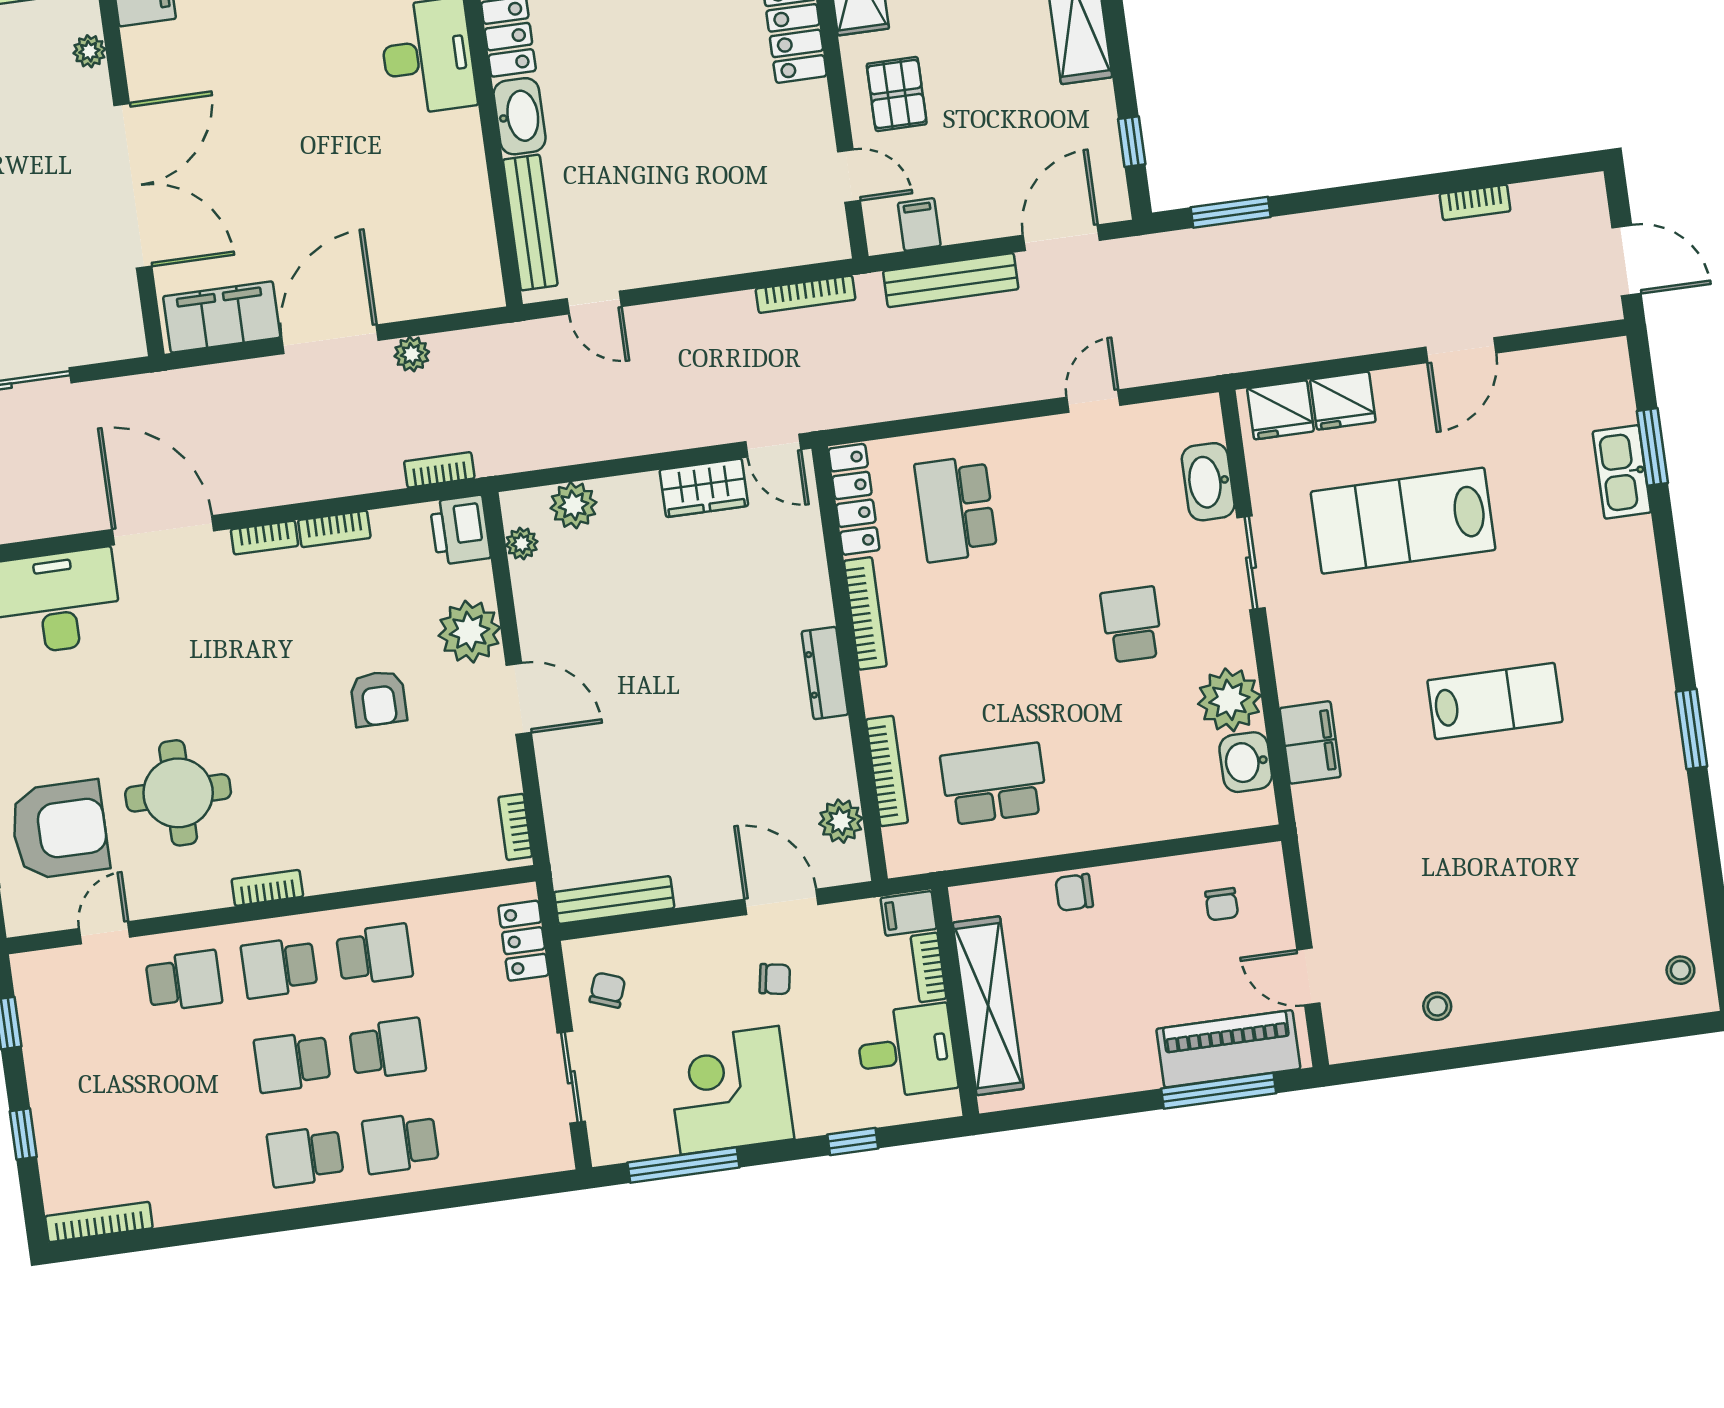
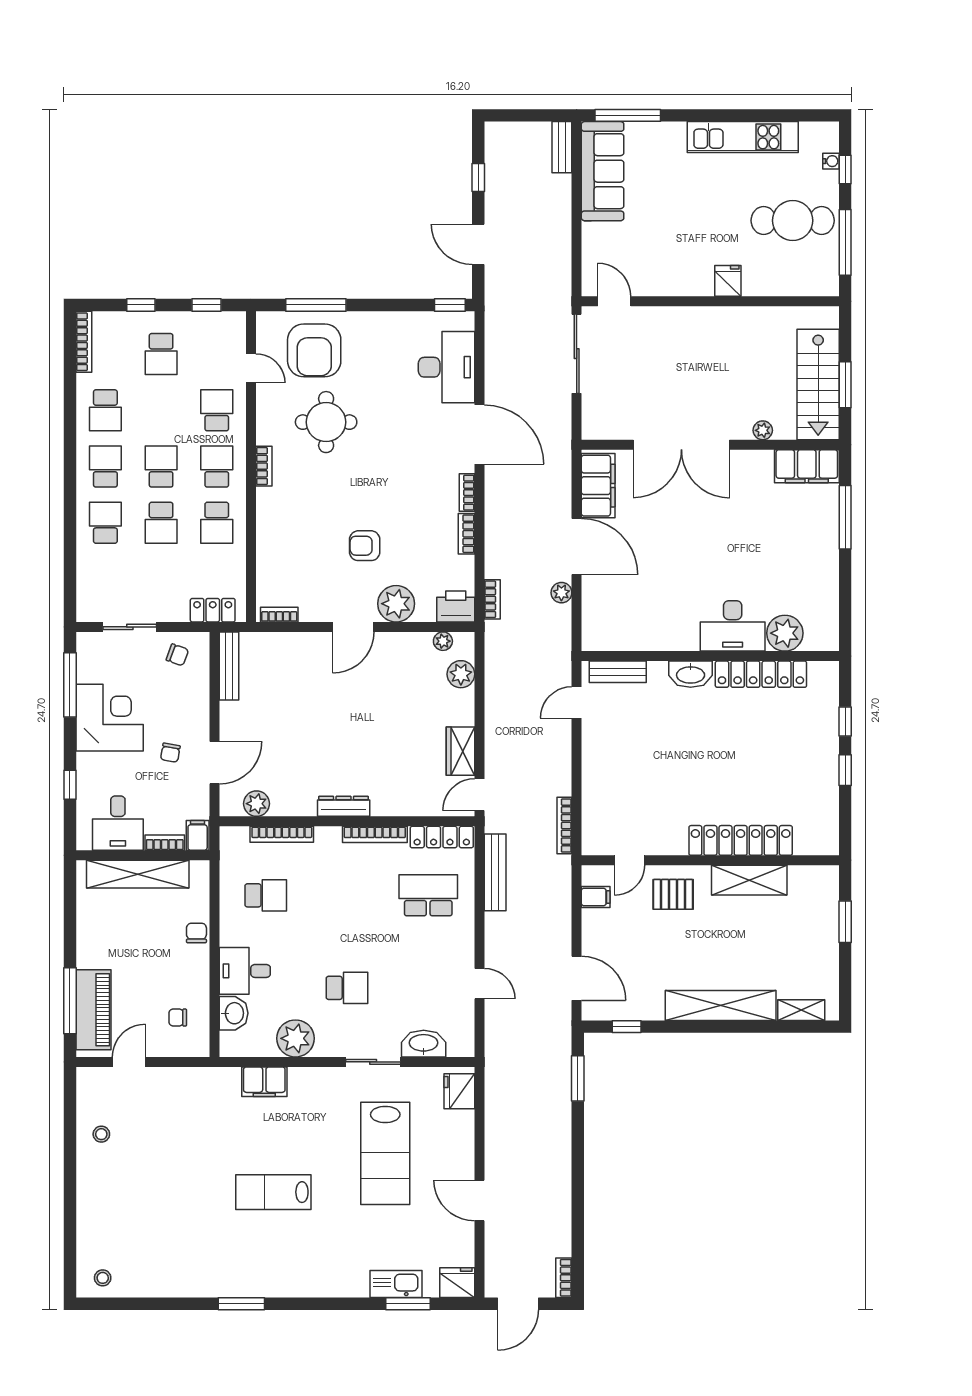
bookcase: (1475, 202) -> (564, 1278), moved
bench: (530, 223) -> (618, 672), width x0.73
bench: (951, 280) -> (495, 872), moved
fridge: (1343, 401) -> (457, 1283), moved, turned 90
lab bench: (1403, 521) -> (385, 1153), turned 180
door: (163, 530) -> (479, 435), hinge flipped
lab bench: (1495, 701) -> (273, 1192), turned 90
washbasin: (1246, 762) -> (234, 1013), moved, turned 90
school desk: (994, 784) -> (266, 895), width x0.54
desk: (1127, 802) -> (245, 971), added
school desk: (184, 981) -> (217, 410), turned 180
school desk: (102, 1088) -> (161, 354), added
school desk: (210, 1170) -> (105, 410), added

